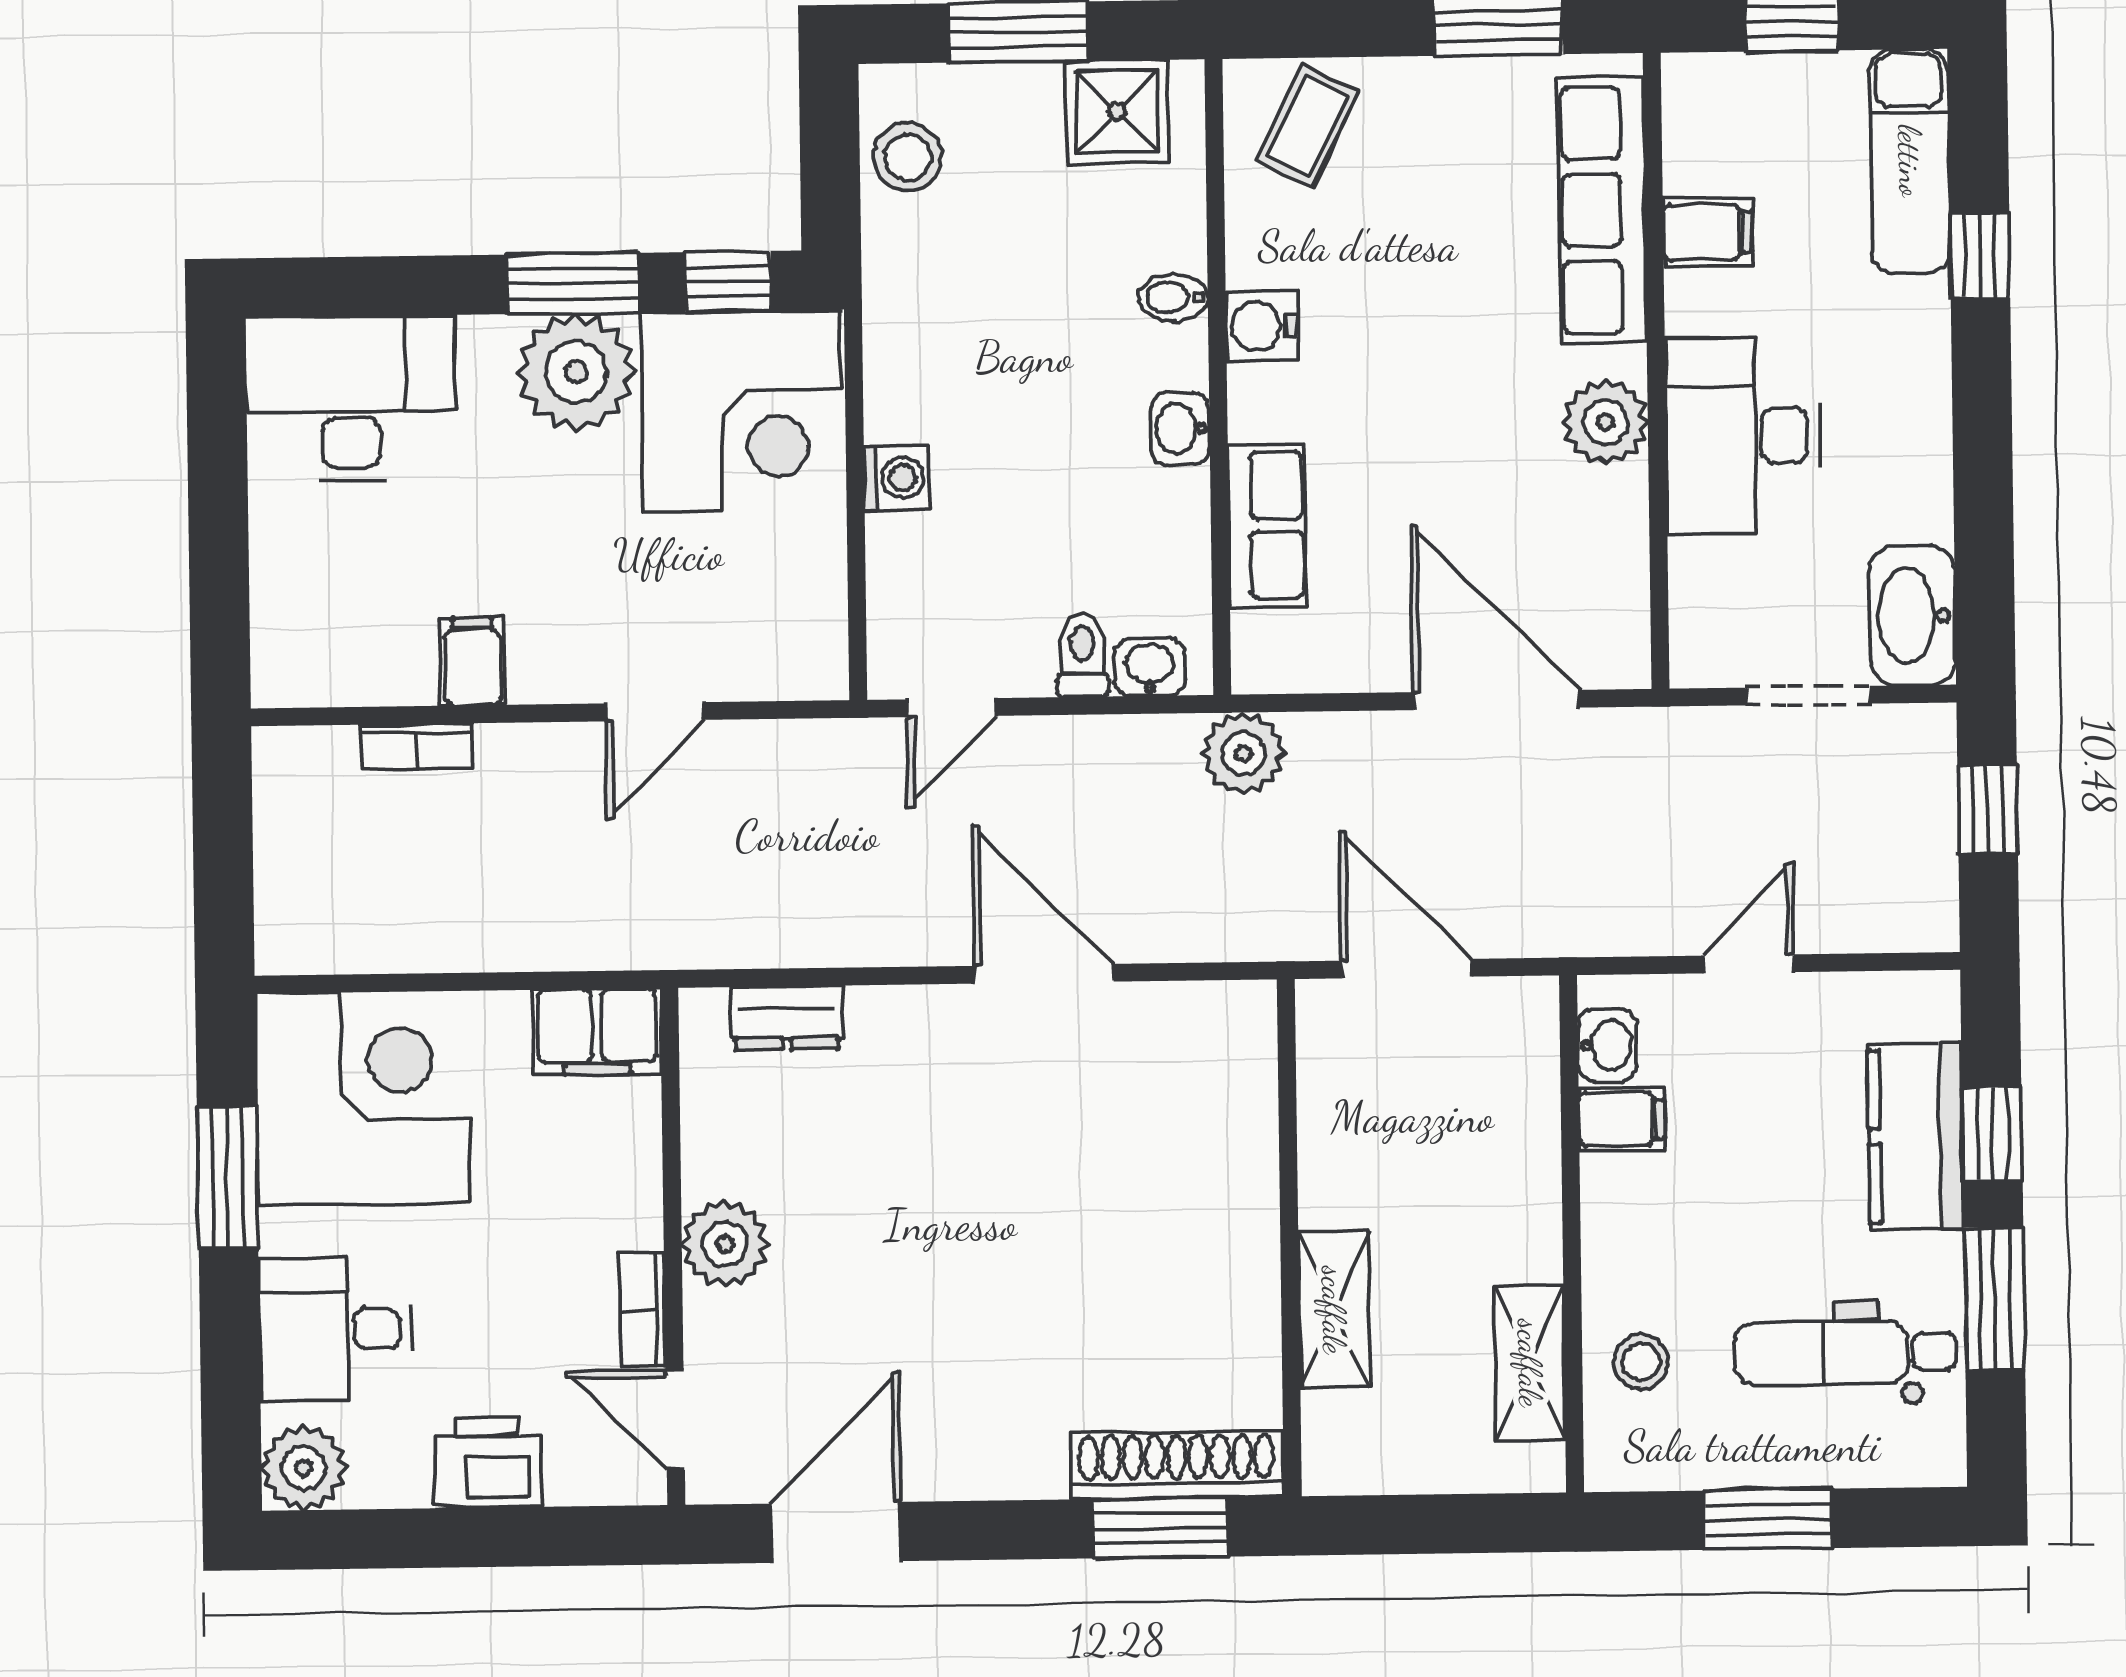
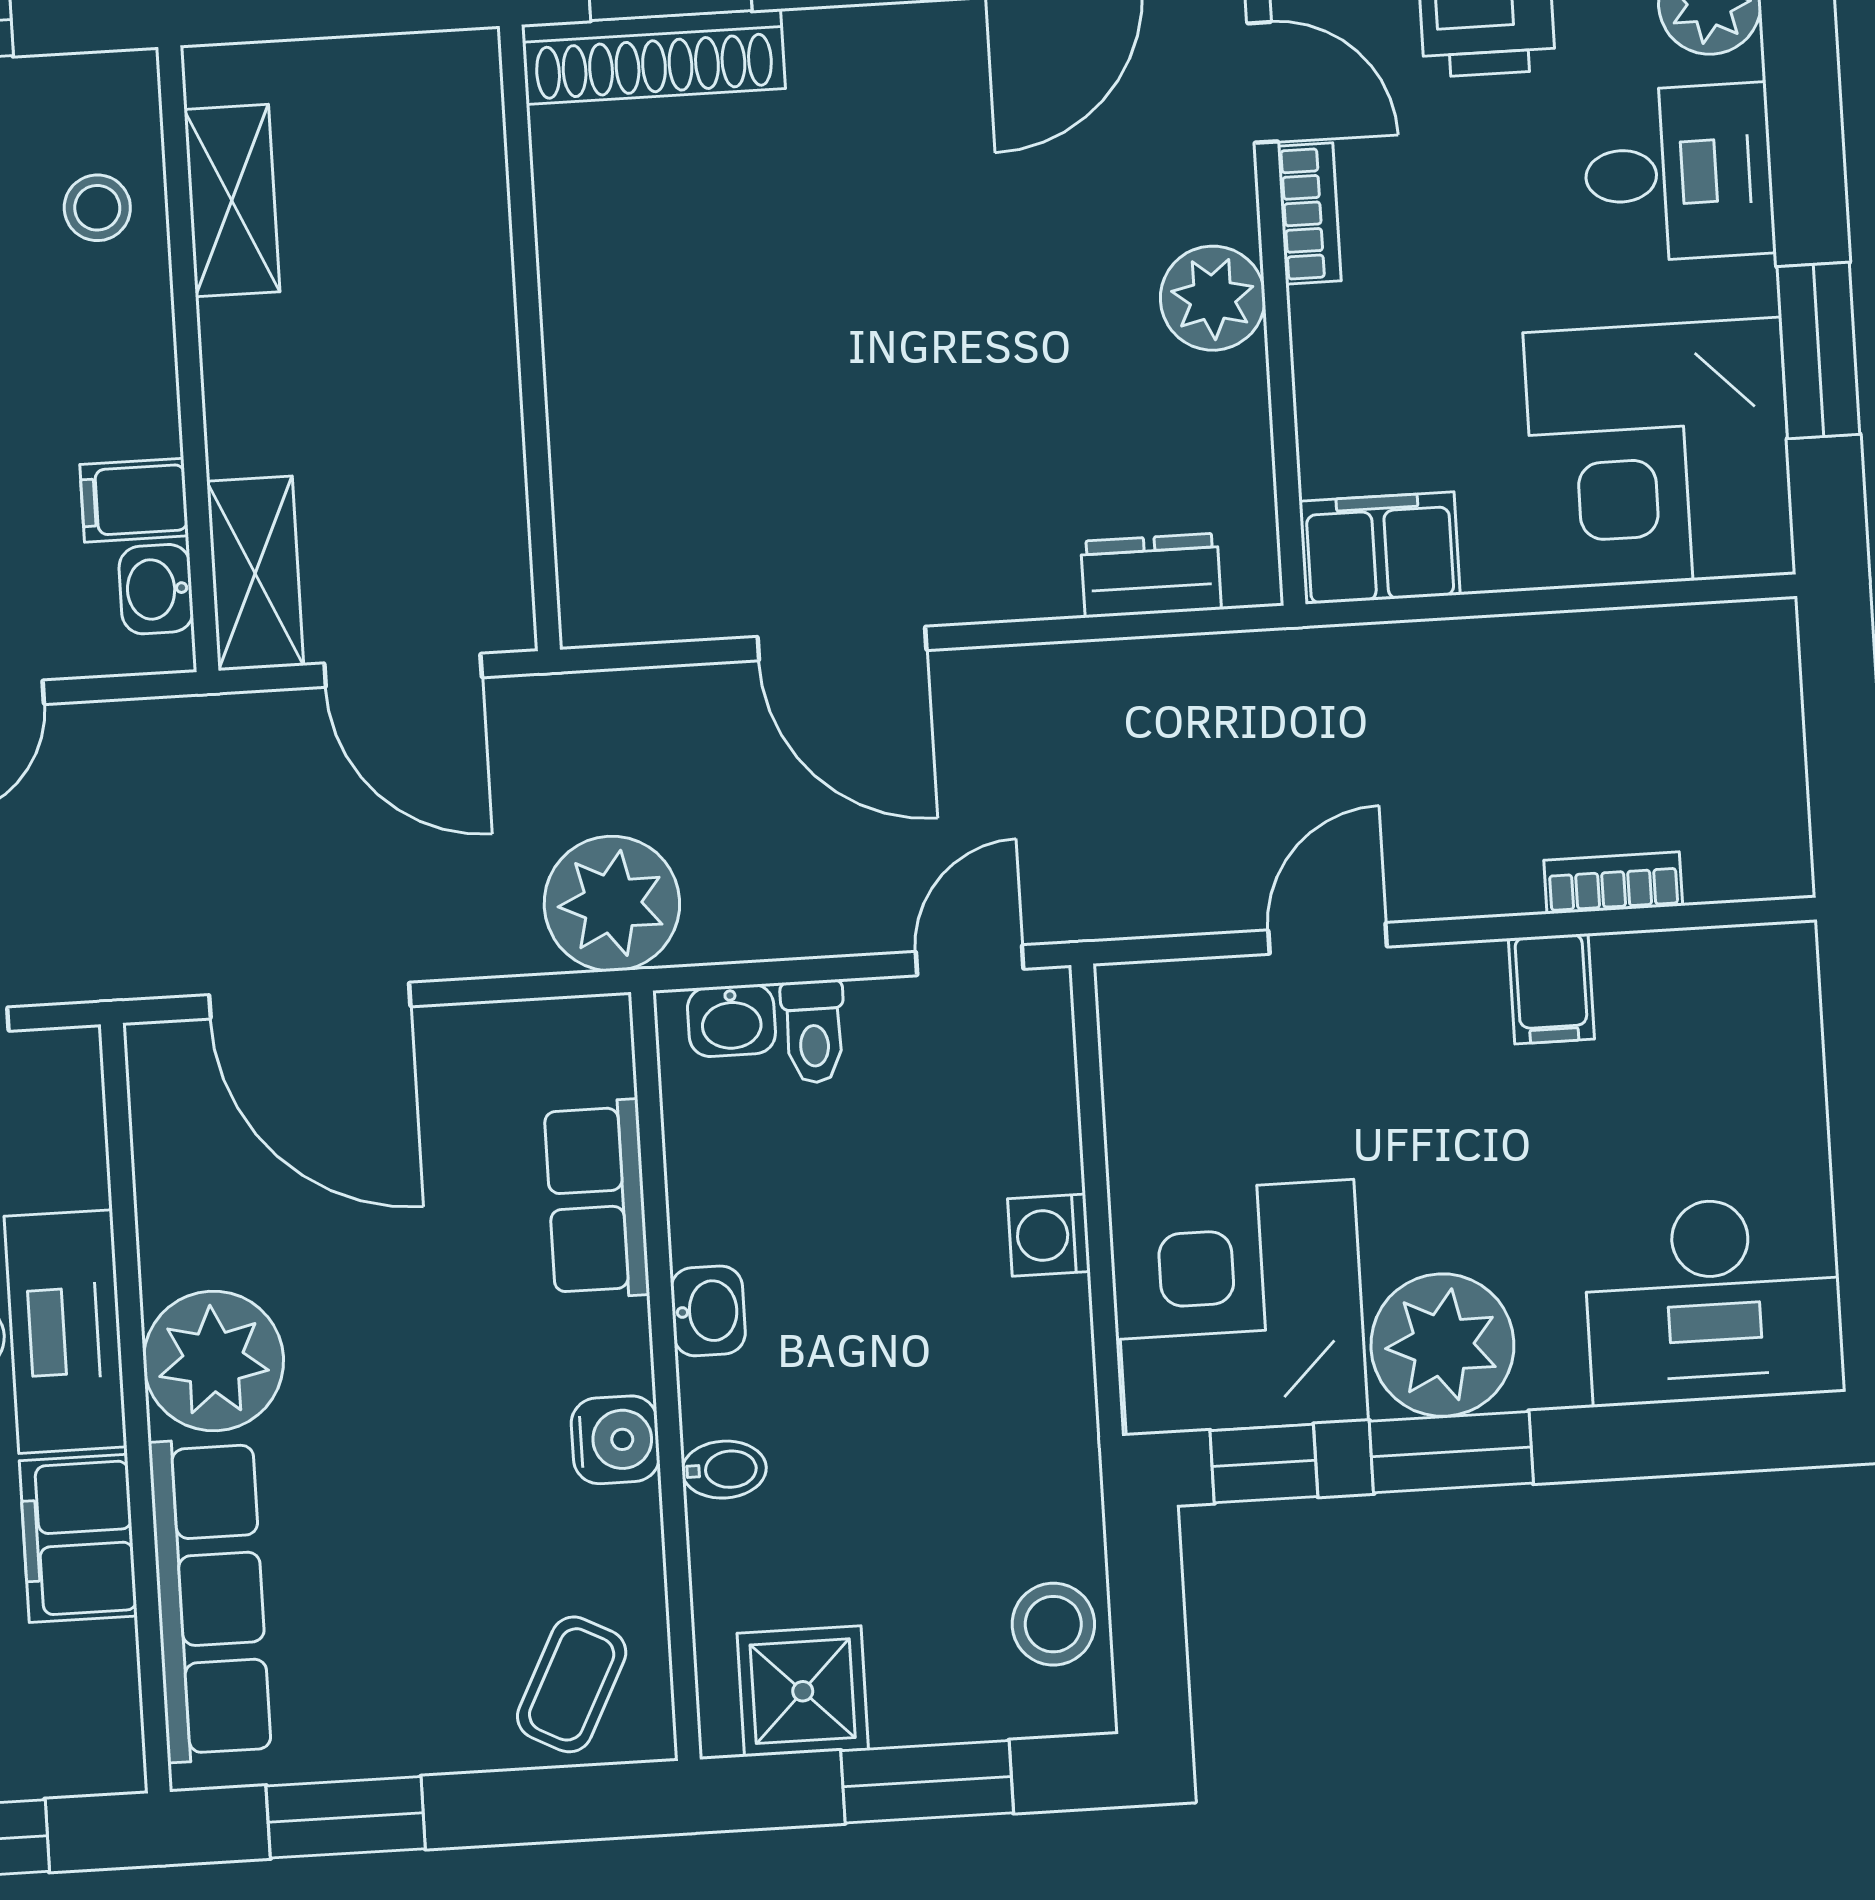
filing cabinet: (1708, 232) -> (78, 1538), width x2.00
plant: (1606, 422) -> (213, 1361), width x1.36, depth x1.36
plant: (1243, 753) -> (612, 904), width x1.36, depth x1.36
shelving: (1334, 1310) -> (255, 573), moved

